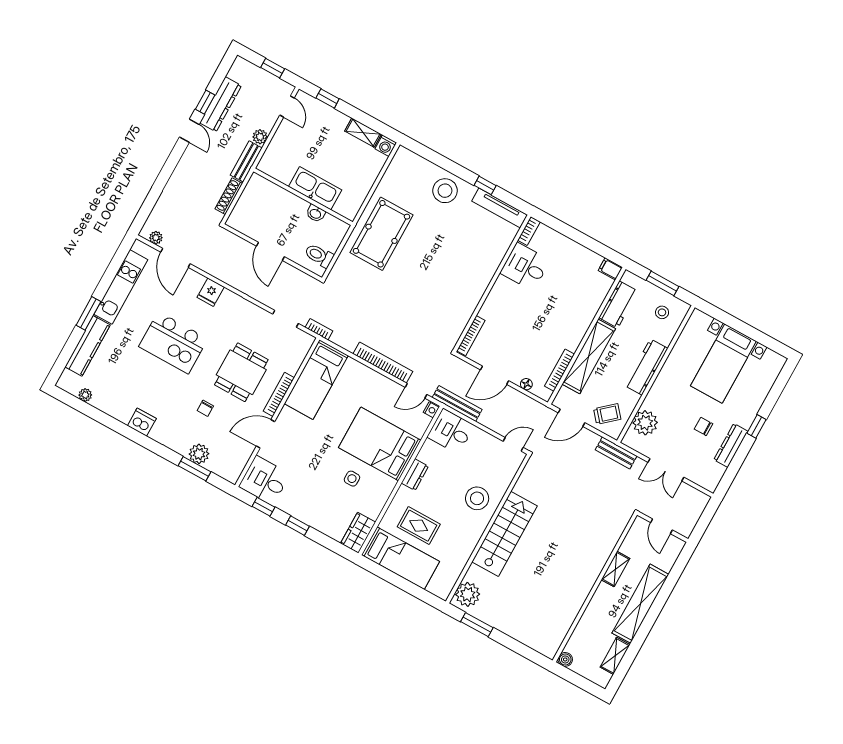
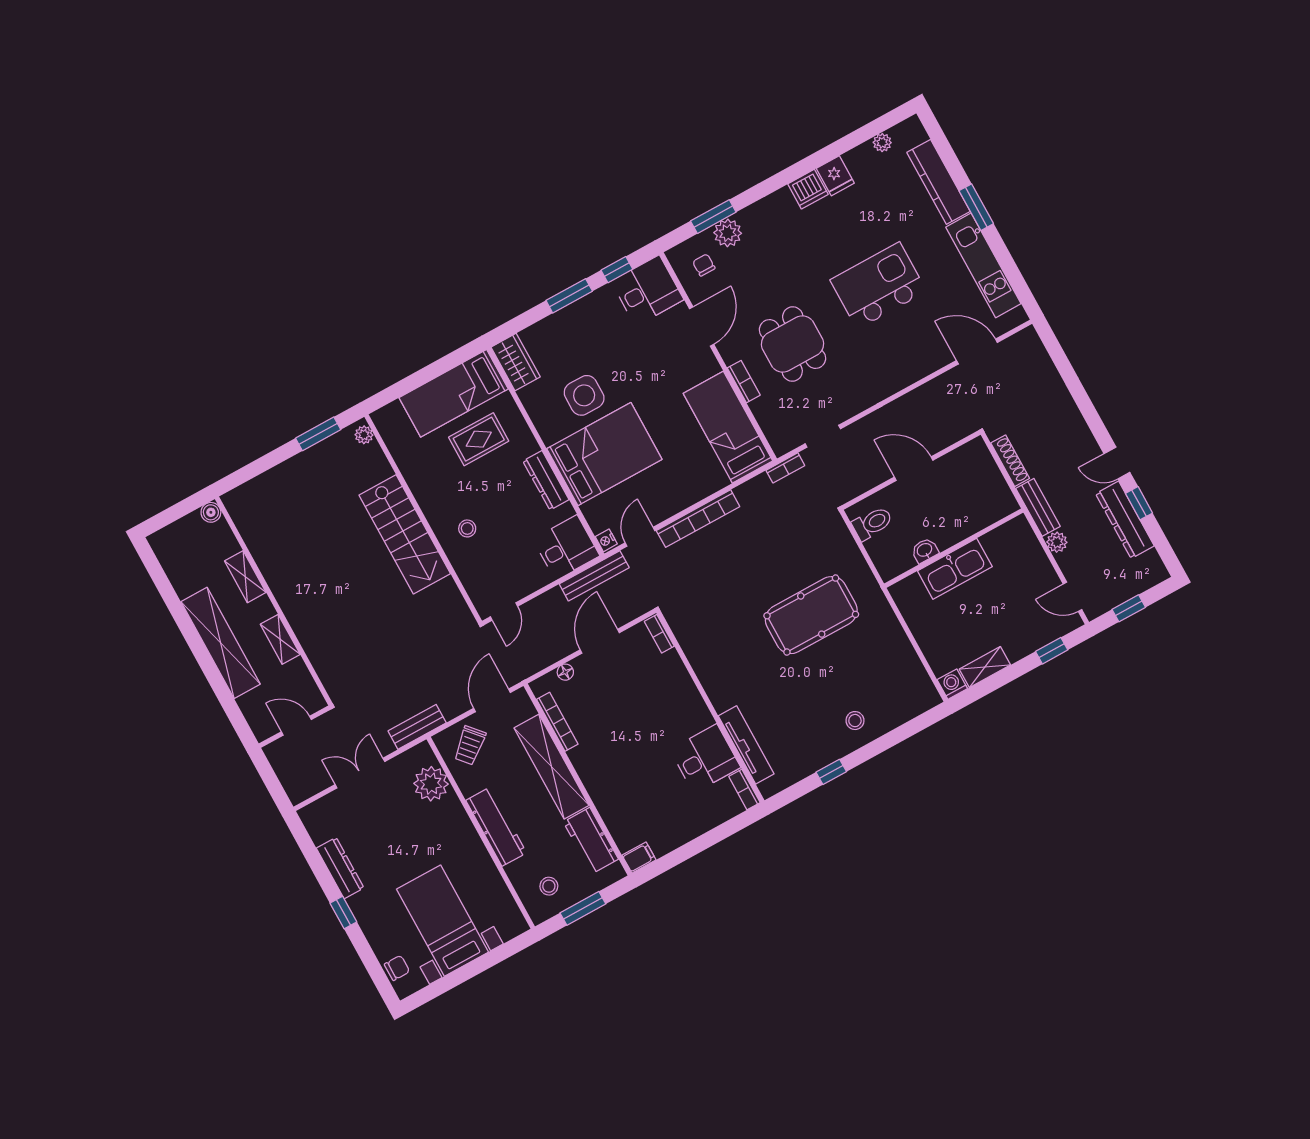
stool: (445, 191) -> (855, 721), width x0.53, depth x0.53
tv unit: (500, 208) -> (746, 745), moved, turned 90
pool table: (381, 234) -> (811, 615), moved, turned 90
plant: (156, 238) -> (1015, 344), removed
fridge: (211, 292) -> (835, 176), moved, turned 180
bookcase: (471, 336) -> (659, 634), width x0.64
bookcase: (279, 394) -> (744, 382), width x0.64
chair: (205, 408) -> (704, 265), moved
chair: (703, 426) -> (397, 968), moved
dresser: (415, 475) -> (546, 480), width x1.44
side table: (352, 479) -> (584, 395), width x1.87, depth x1.87
stool: (477, 498) -> (467, 528), width x0.53, depth x0.53
window: (298, 526) -> (569, 296), width x1.50
plant: (468, 594) -> (364, 435), width x0.53, depth x0.53
shelving: (615, 656) -> (245, 577), moved

